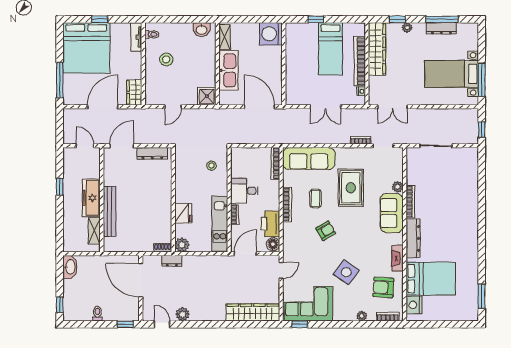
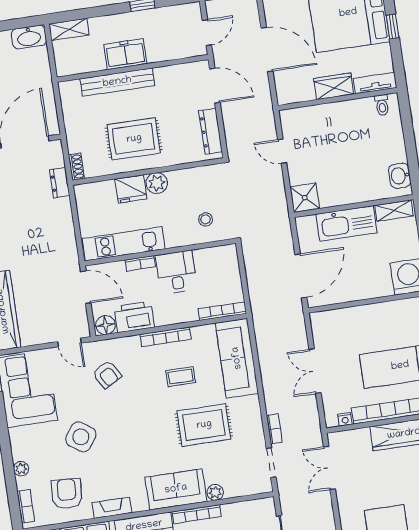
stool: (166, 59) -> (349, 131), removed
wardrobe: (134, 92) -> (334, 86), moved
freezer: (91, 198) -> (125, 54), width x0.71
rug: (150, 206) -> (134, 139), added
shelving: (94, 231) -> (69, 29), moved
armchair: (326, 231) -> (107, 374), moved
plant: (182, 245) -> (157, 183), moved

